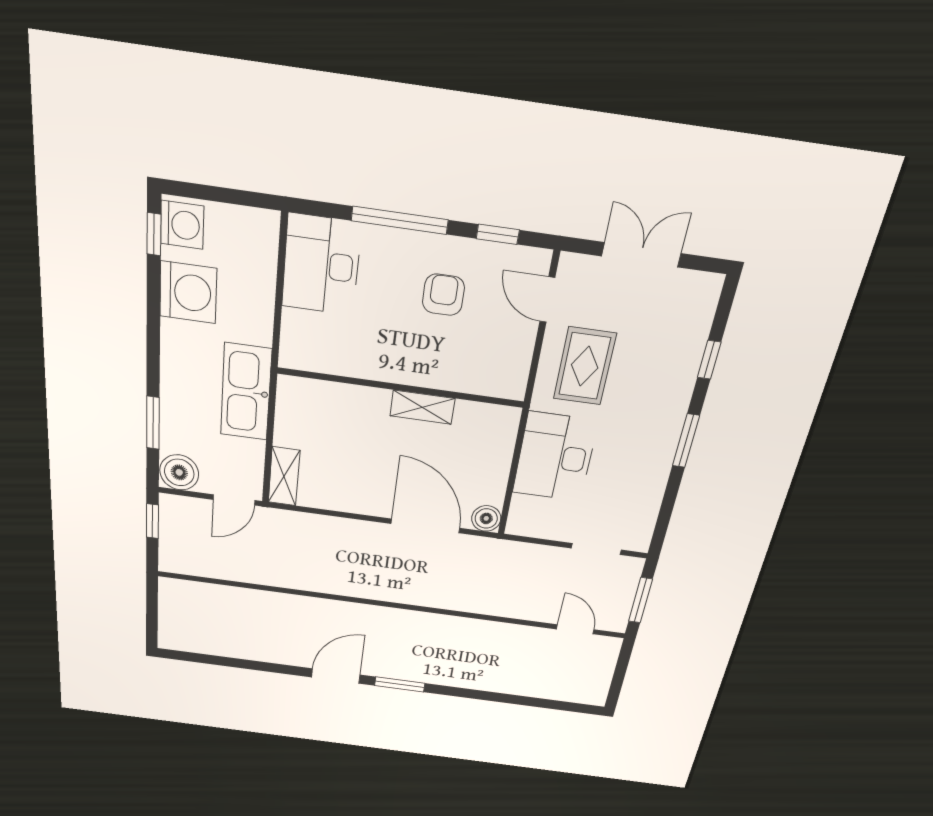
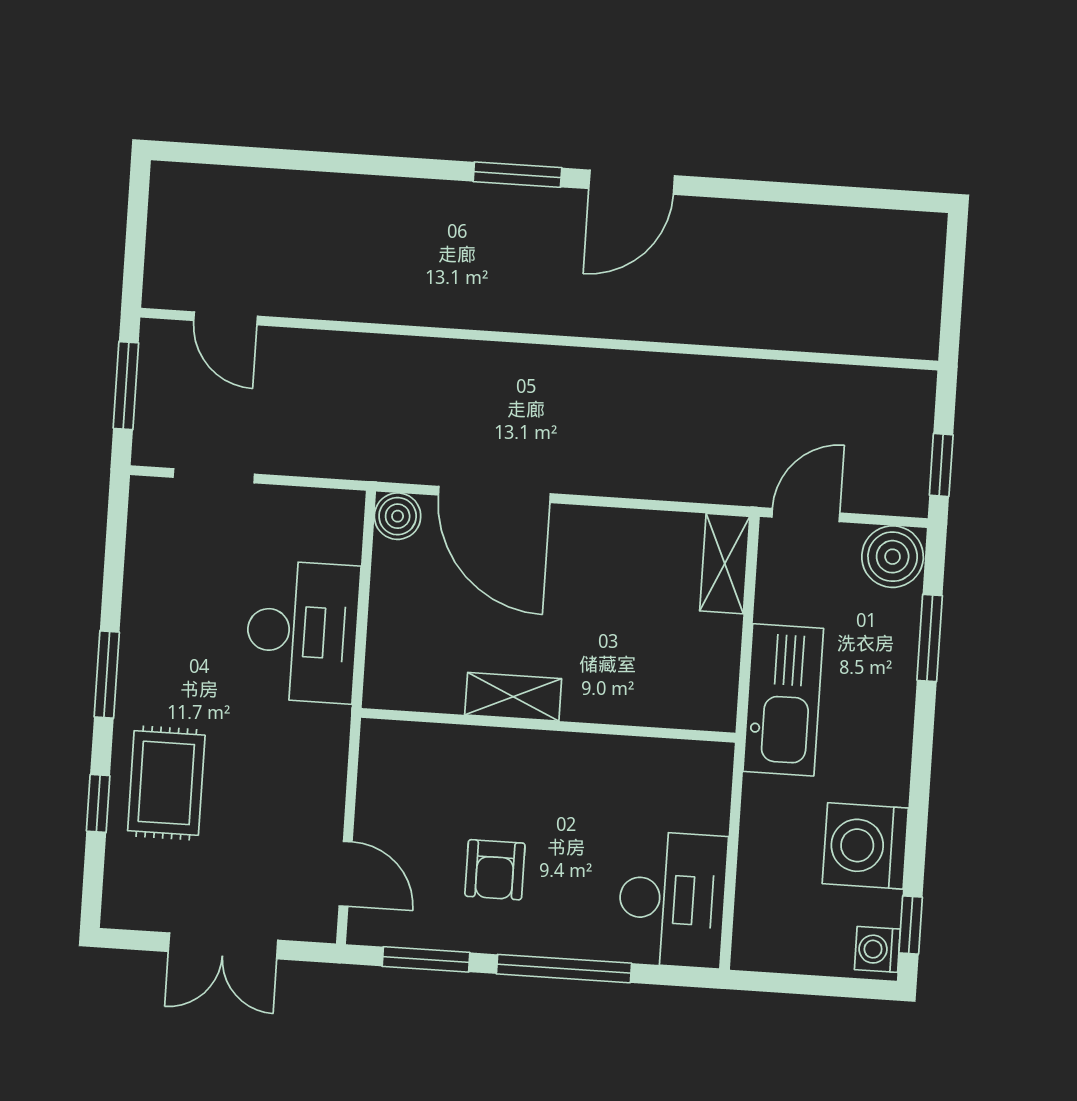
washing machine: (182, 225) -> (877, 949), width x0.73, depth x0.73
window: (498, 234) -> (426, 959), width x1.50
rug: (585, 366) -> (166, 783), moved

